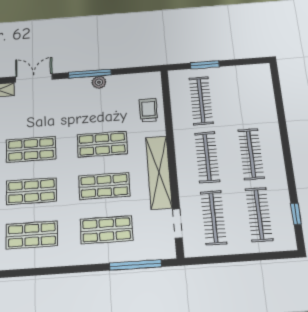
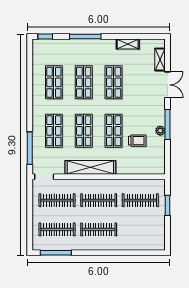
trolley: (148, 110) -> (137, 141), moved
window: (296, 214) -> (56, 253), width x2.17
doorway: (177, 223) -> (44, 177), moved

